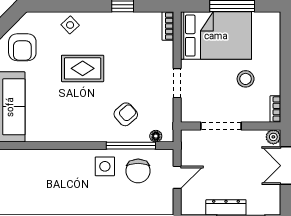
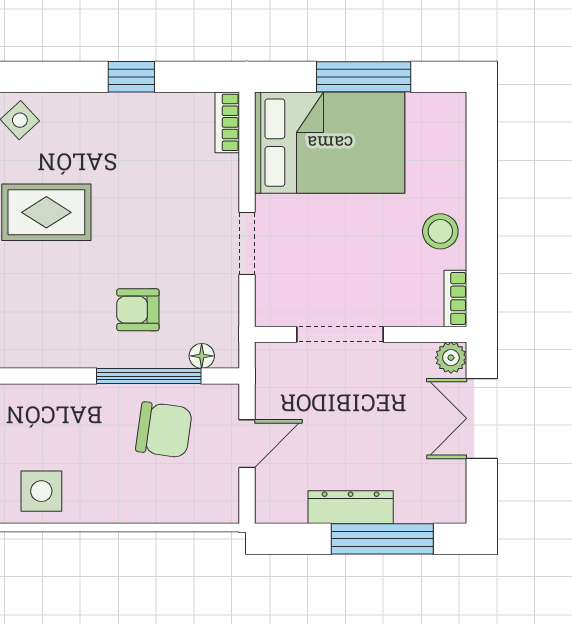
stool: (246, 79) -> (440, 231), moved
armchair: (126, 114) -> (138, 310), turned -139
side table: (105, 166) -> (41, 491), moved
chair: (138, 171) -> (164, 430), turned -82

